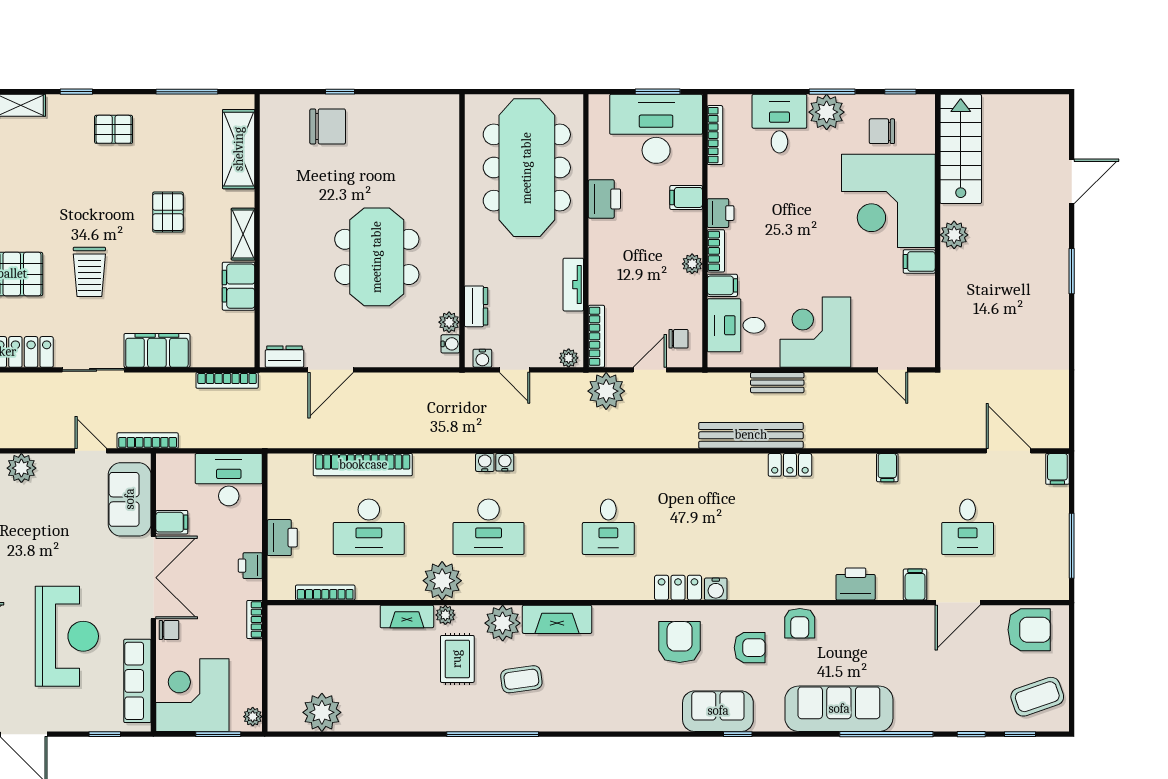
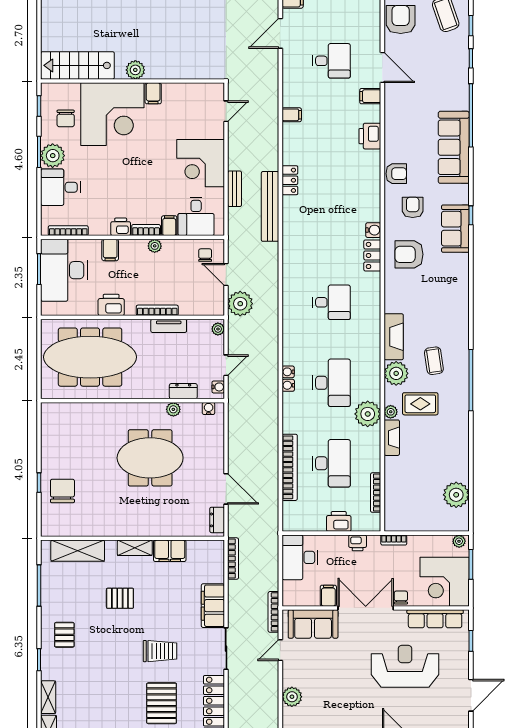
plant: (449, 322) -> (173, 409), moved
bookcase: (596, 336) -> (157, 310), moved

